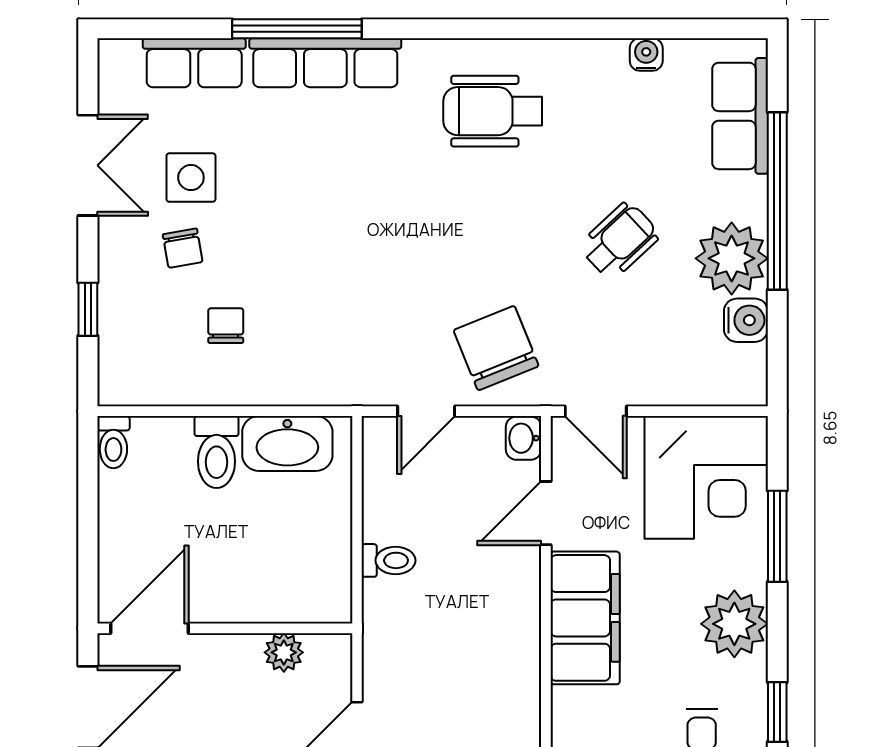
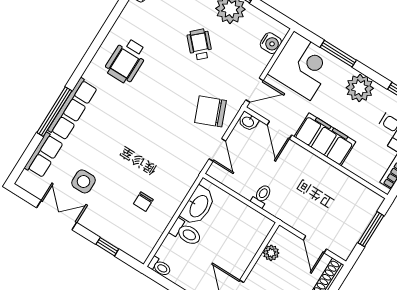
chair: (183, 248) -> (107, 200), removed
water cooler: (746, 320) -> (271, 43), moved, turned 90
chair: (226, 326) -> (143, 202), turned -90

